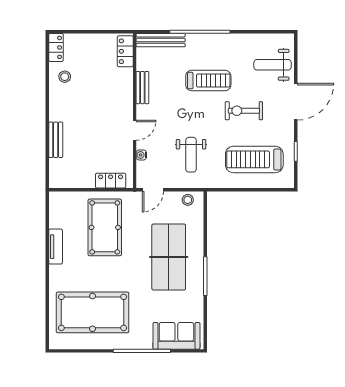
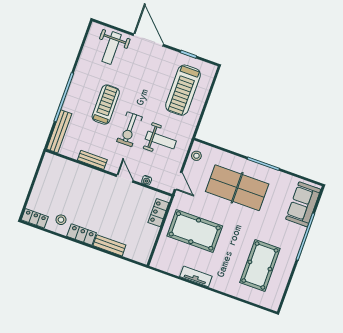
locker: (125, 51) -> (82, 234), moved, turned 180
exercise bike: (244, 111) -> (129, 129), moved
pool table: (93, 312) -> (260, 265), width x0.73, depth x0.76

